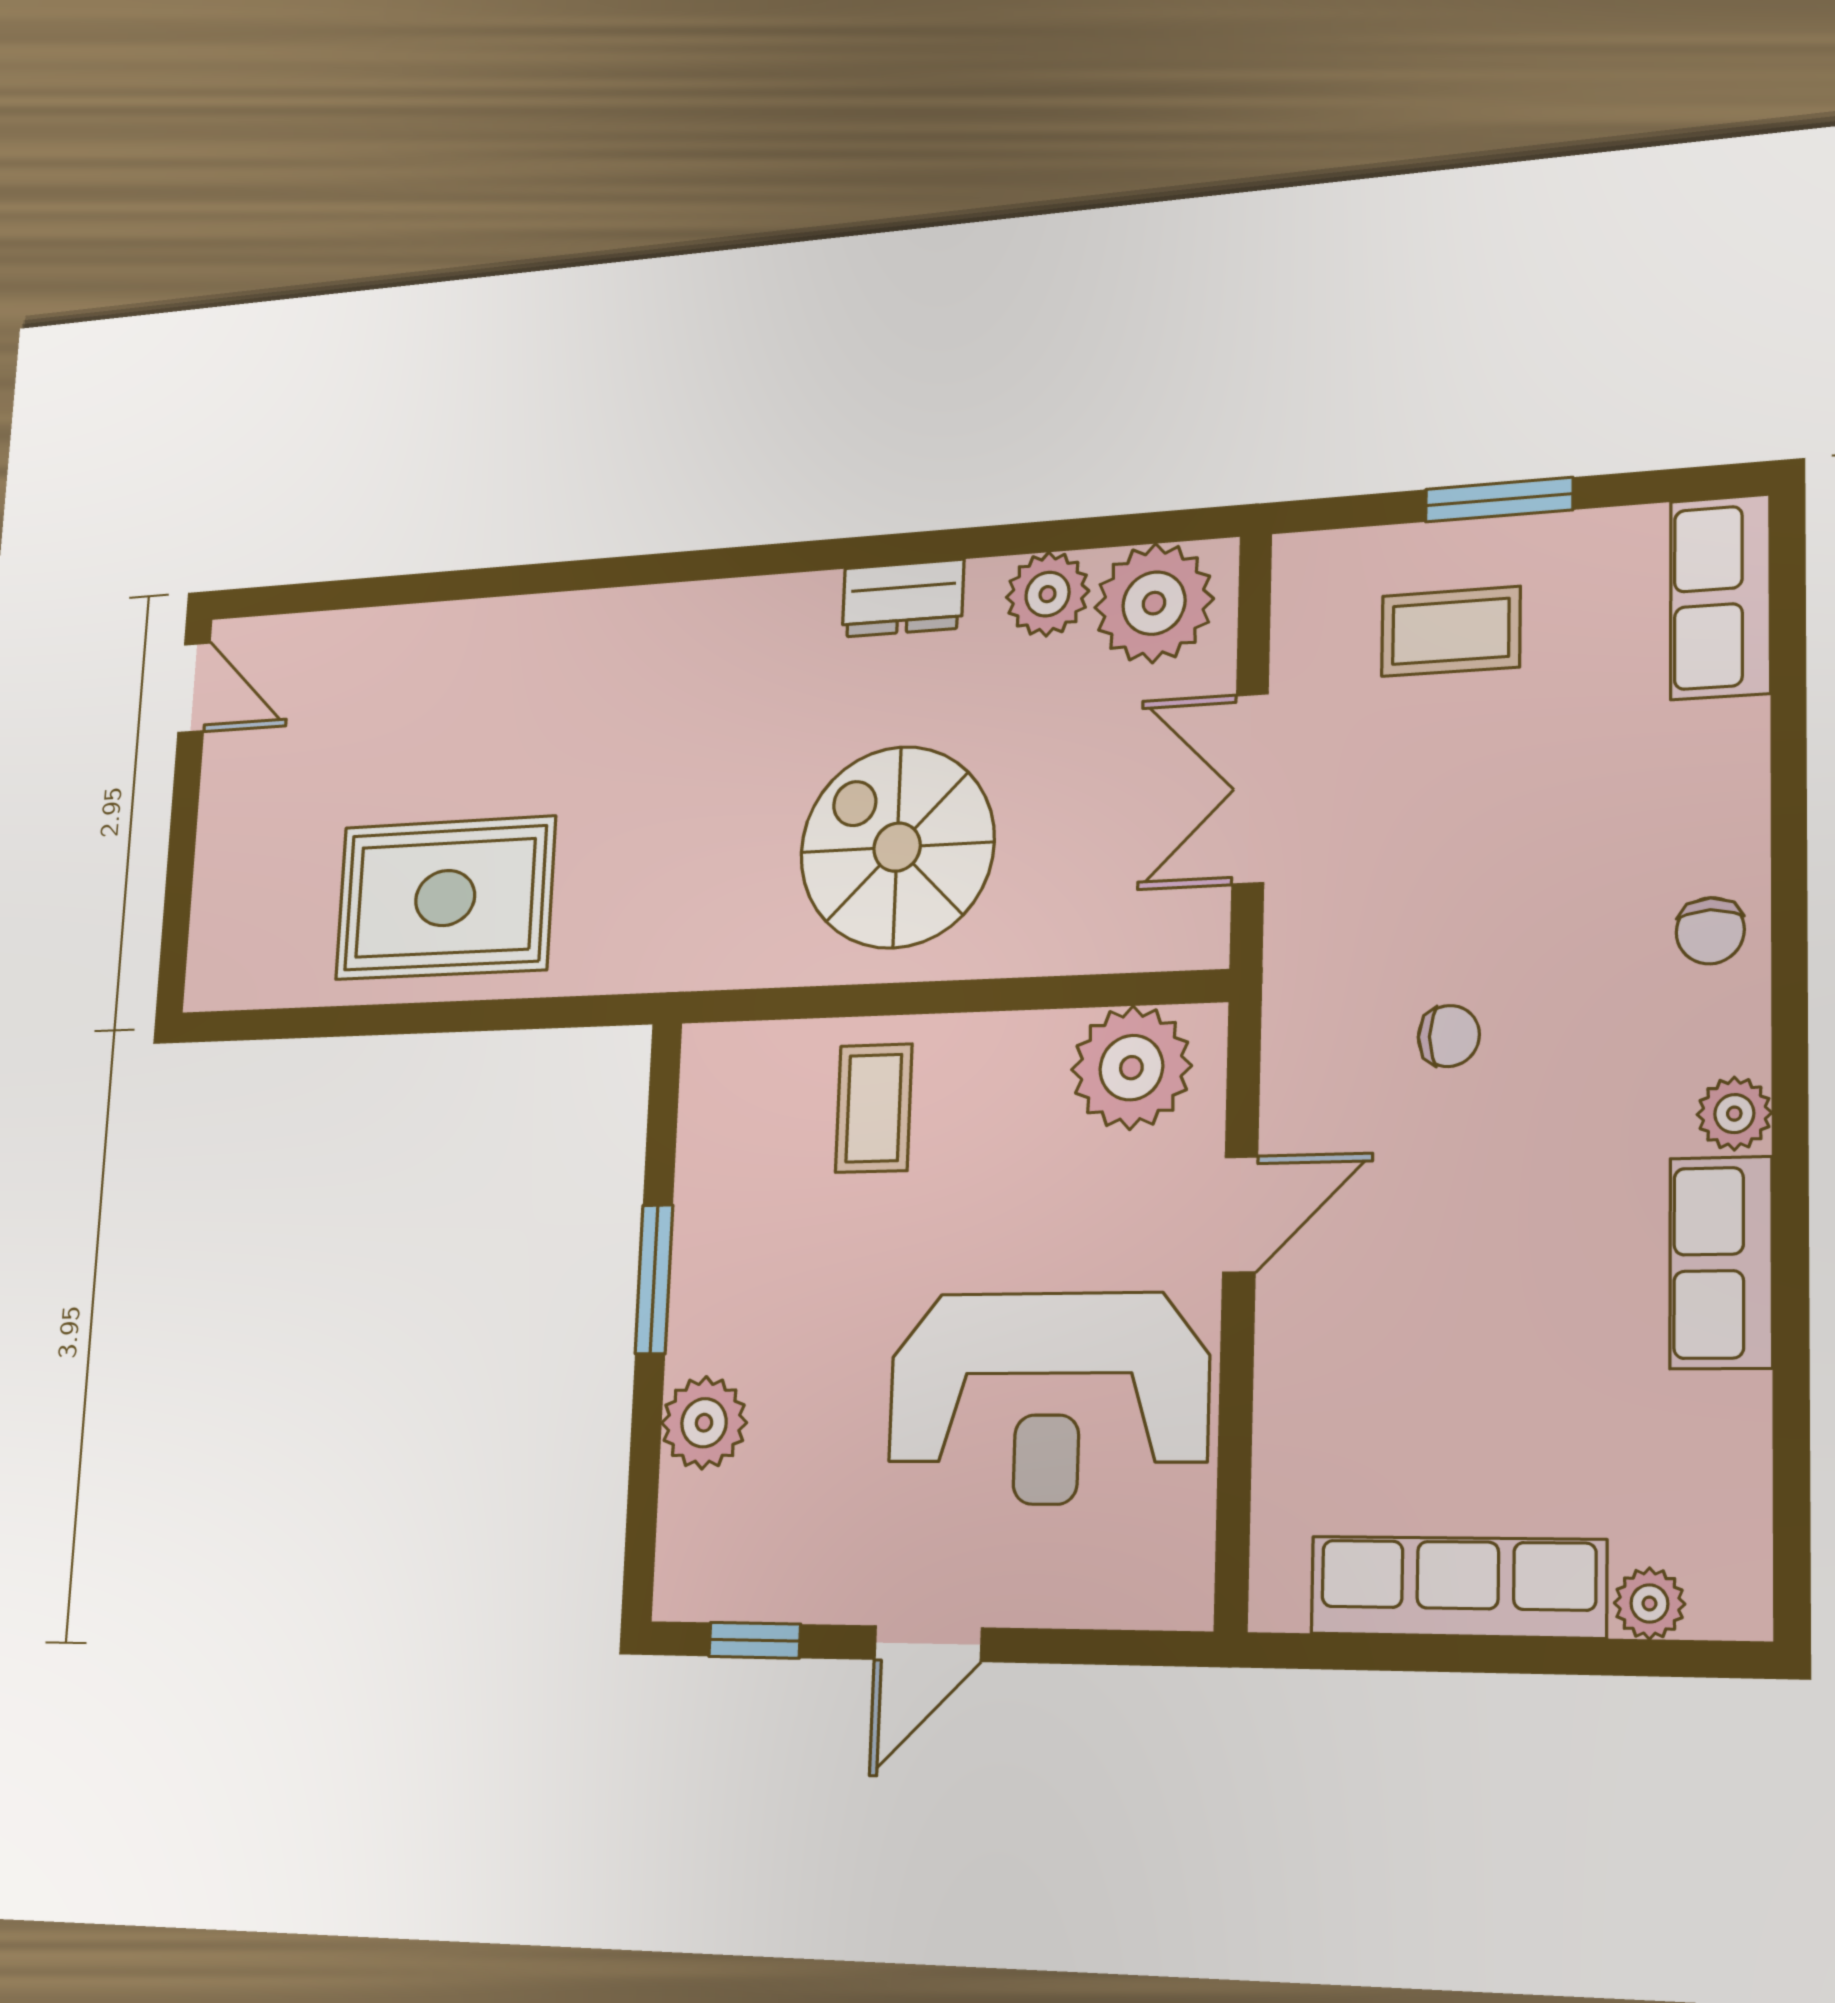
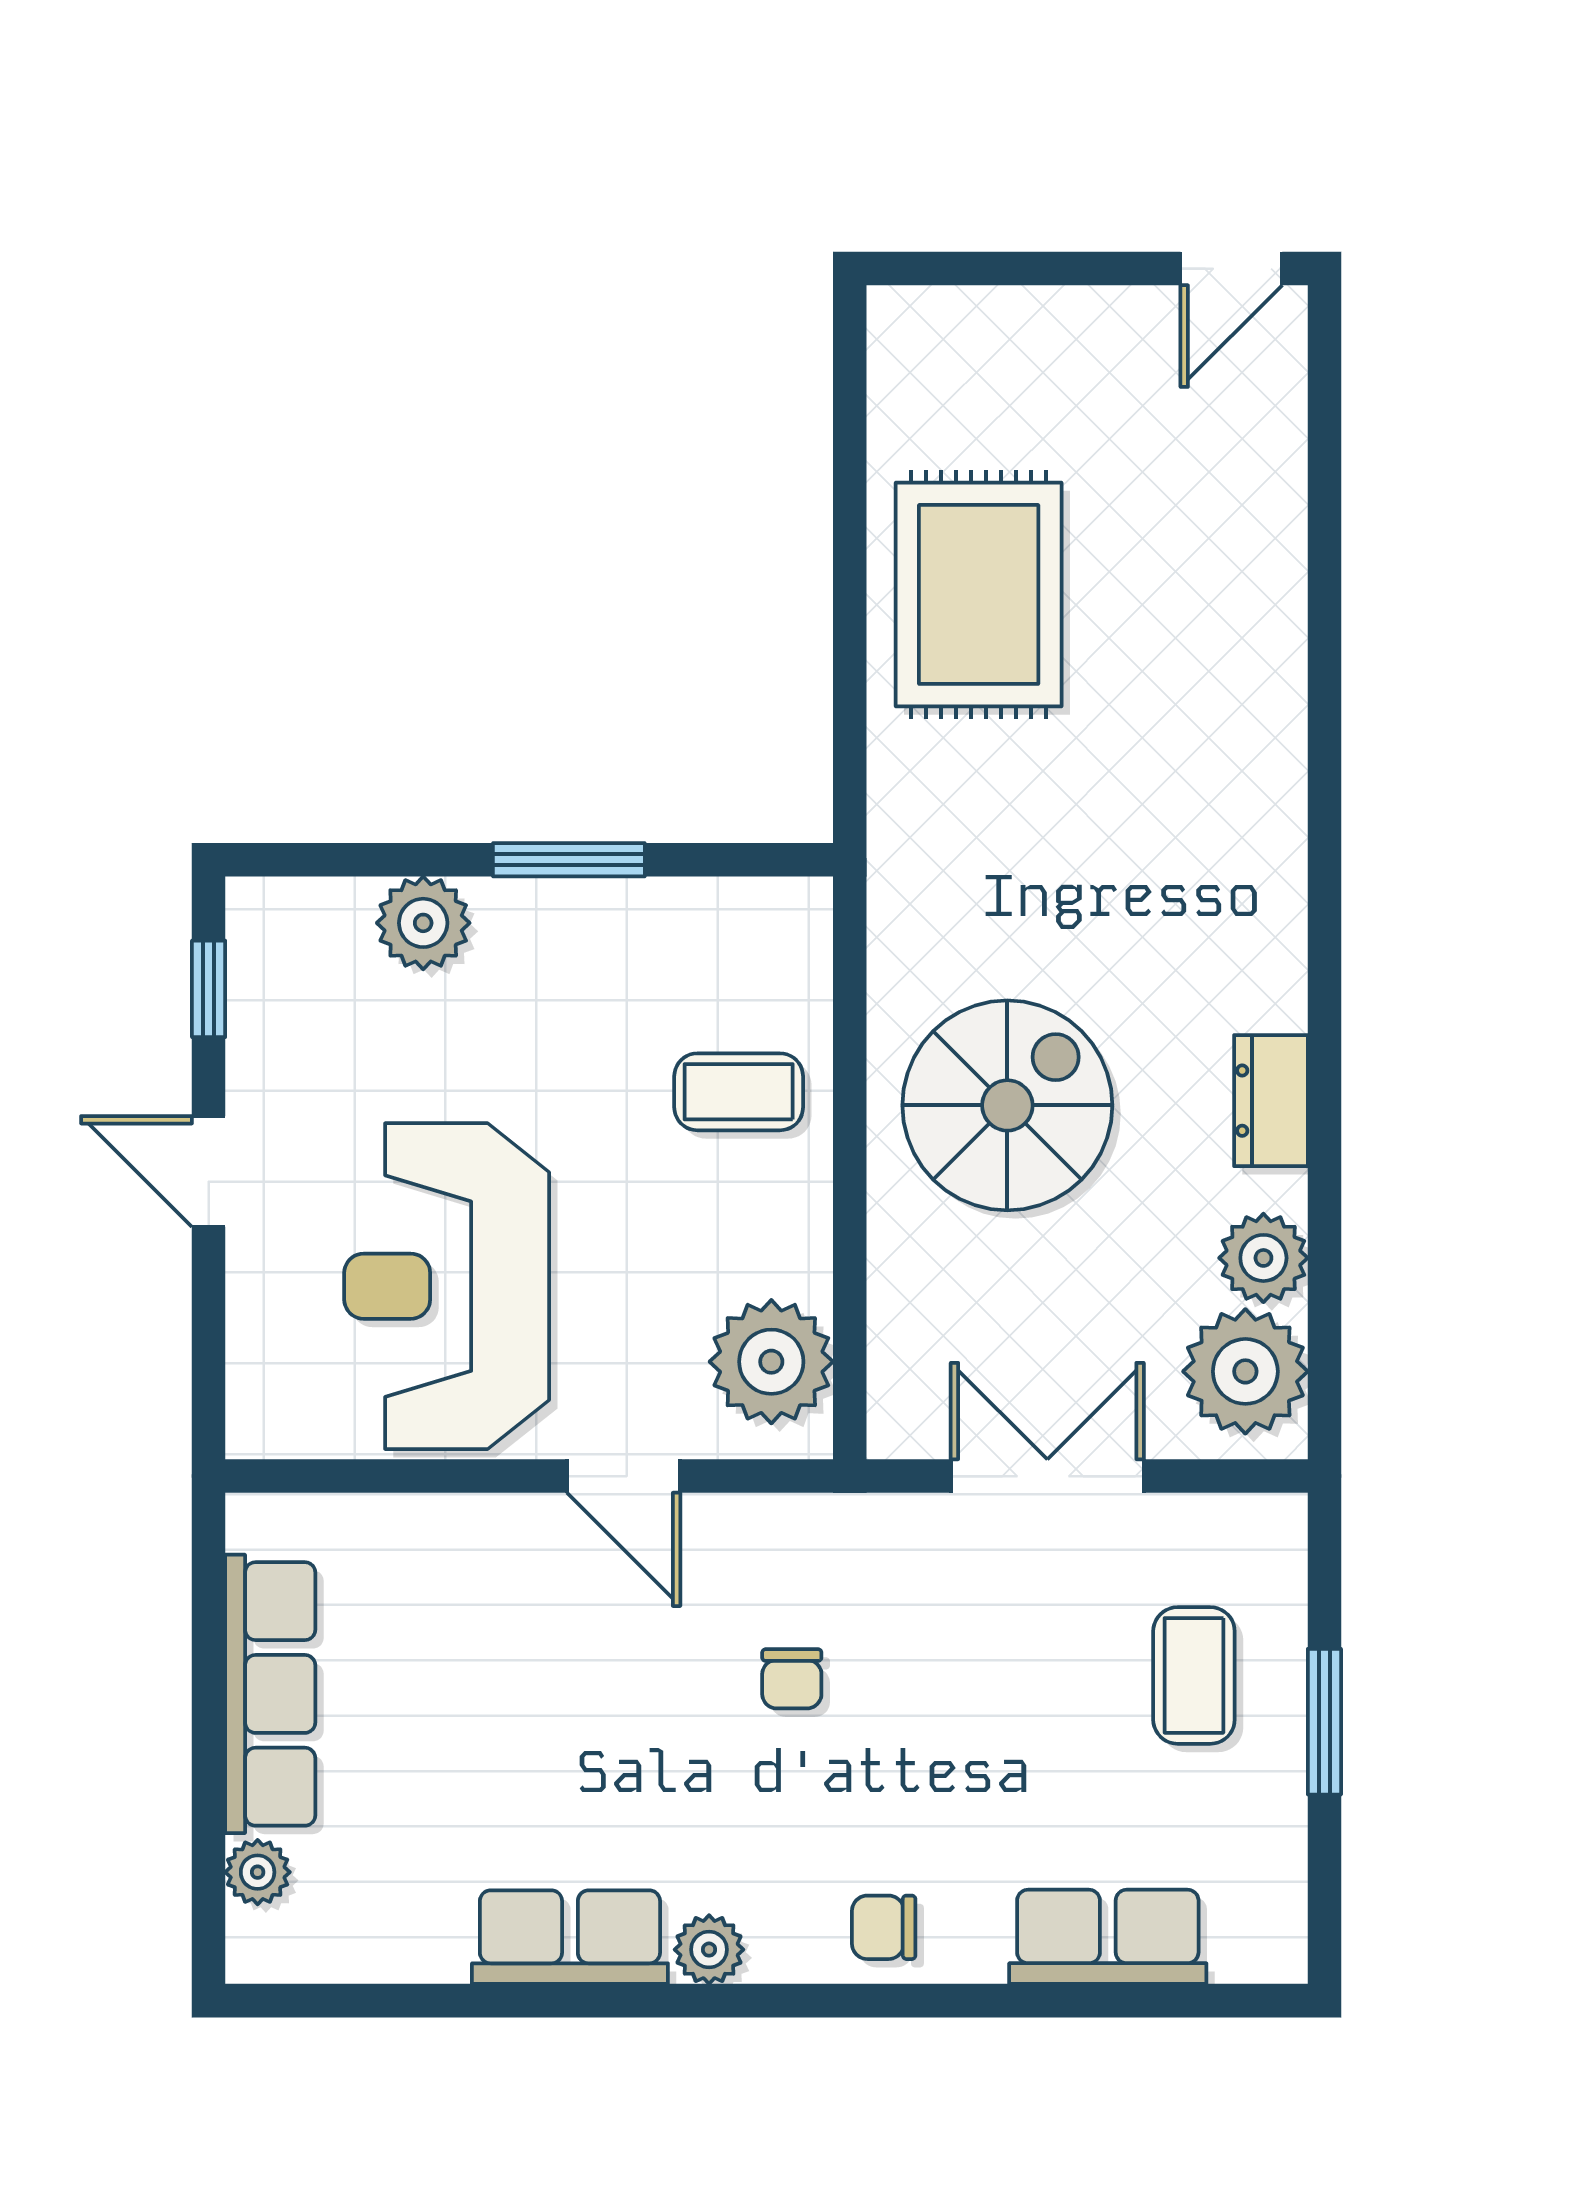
row of seats: (1720, 597) -> (1108, 1937), moved

